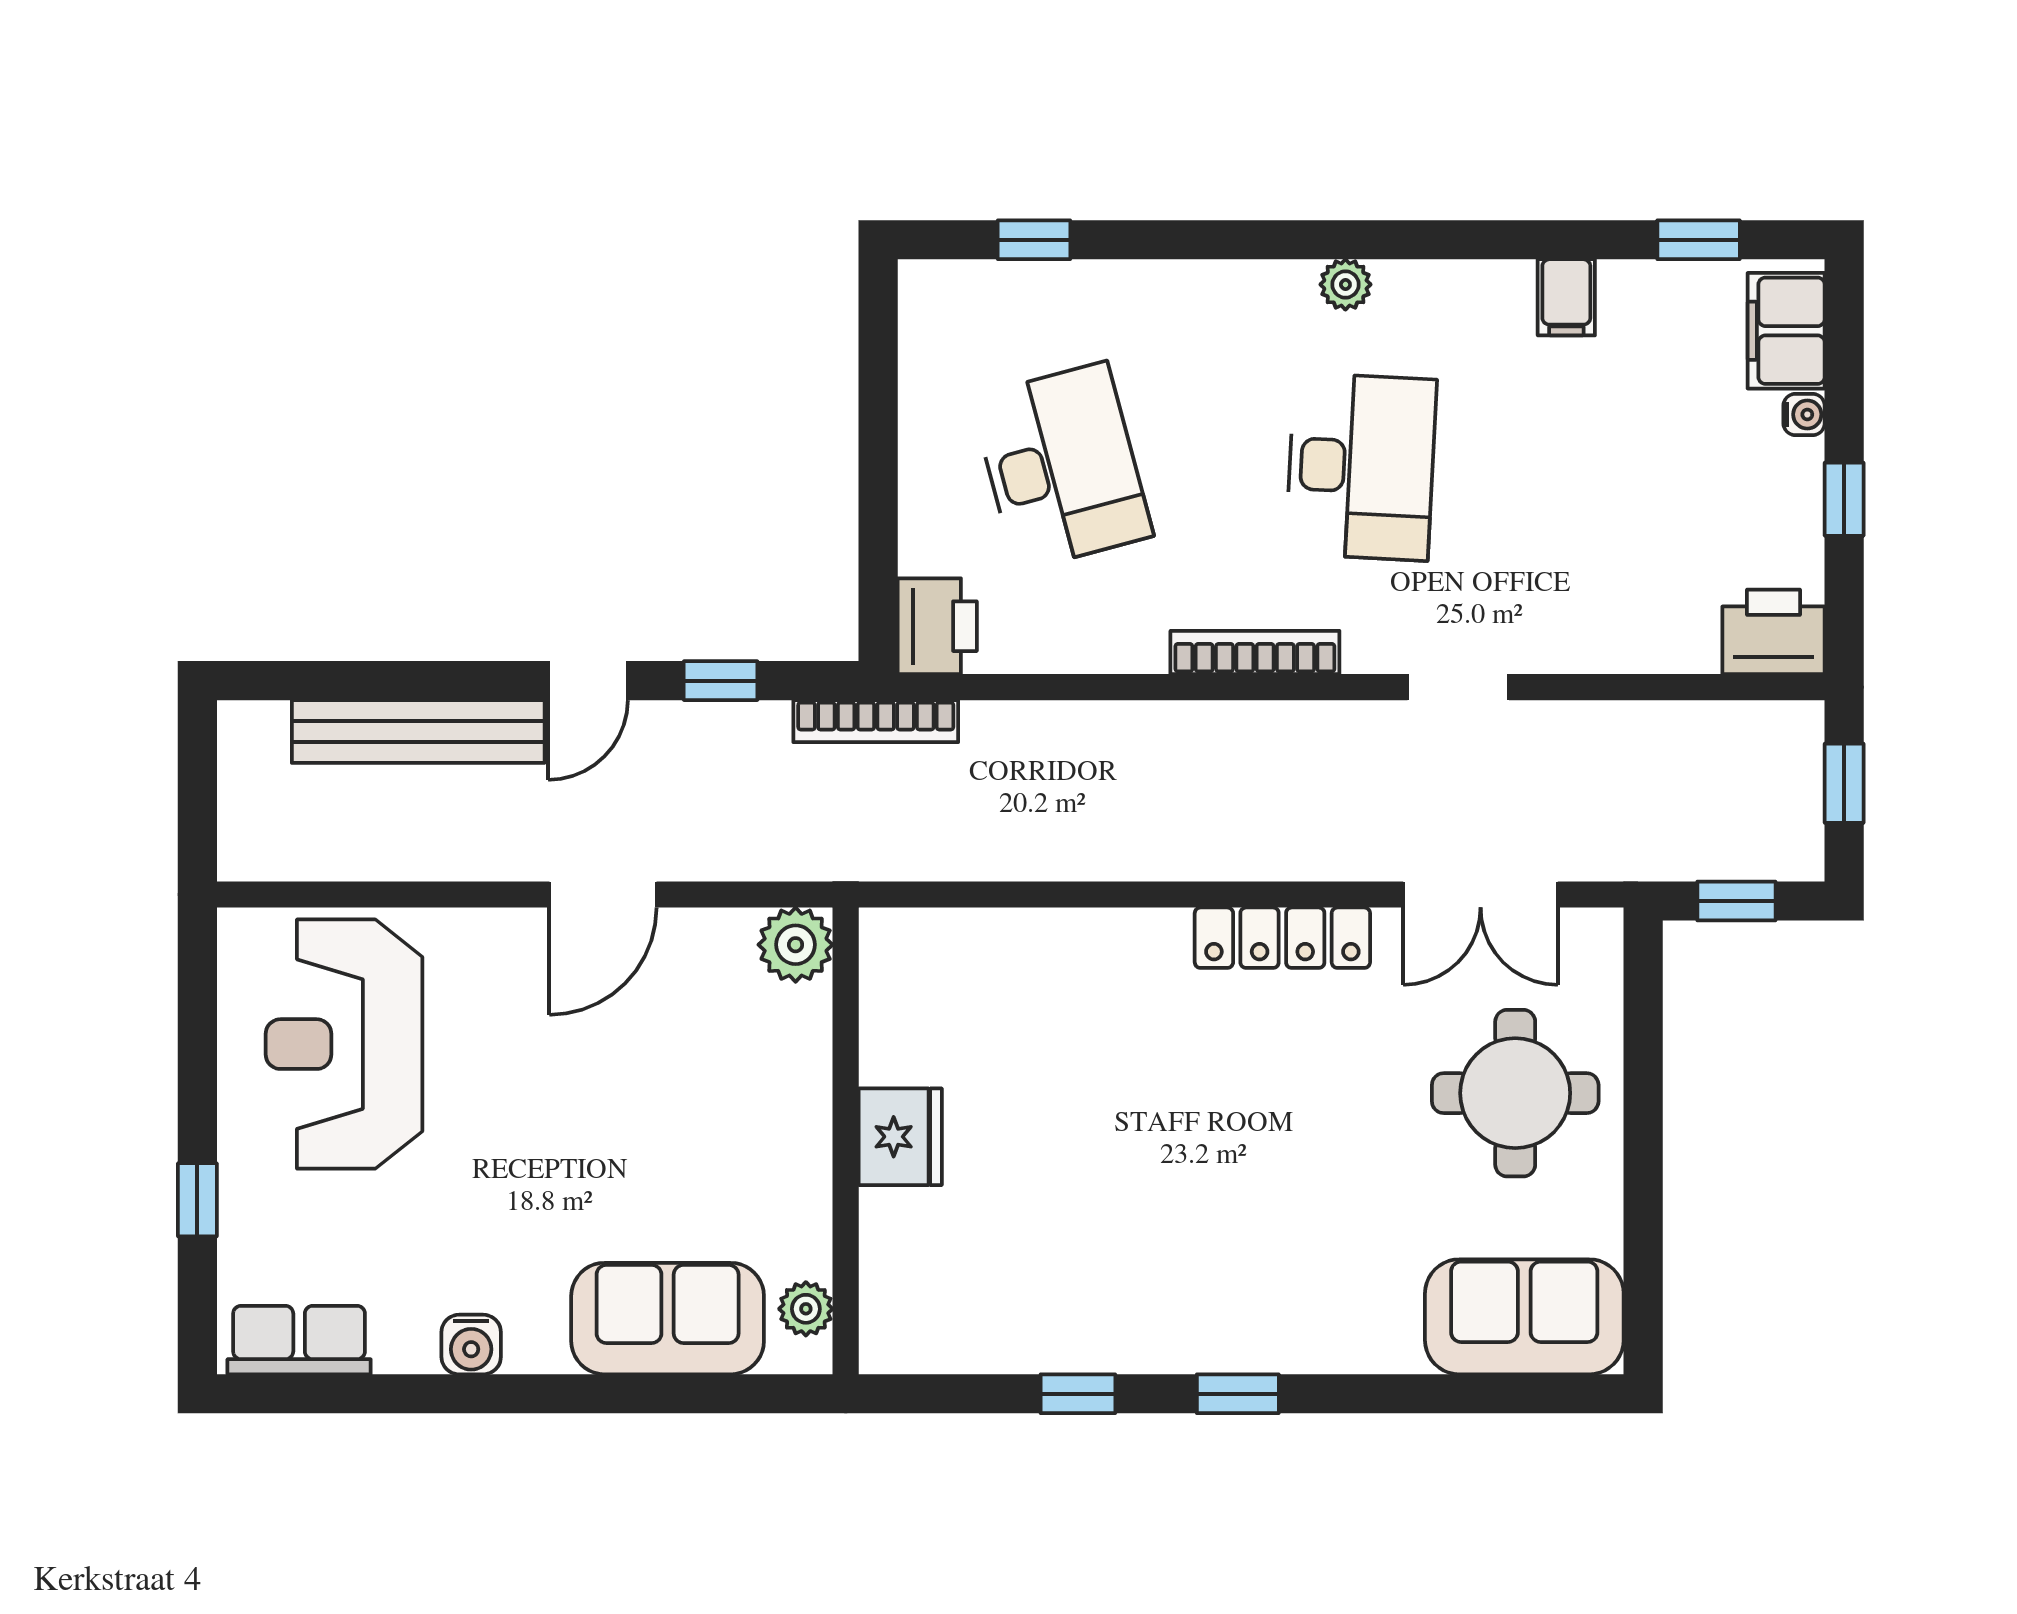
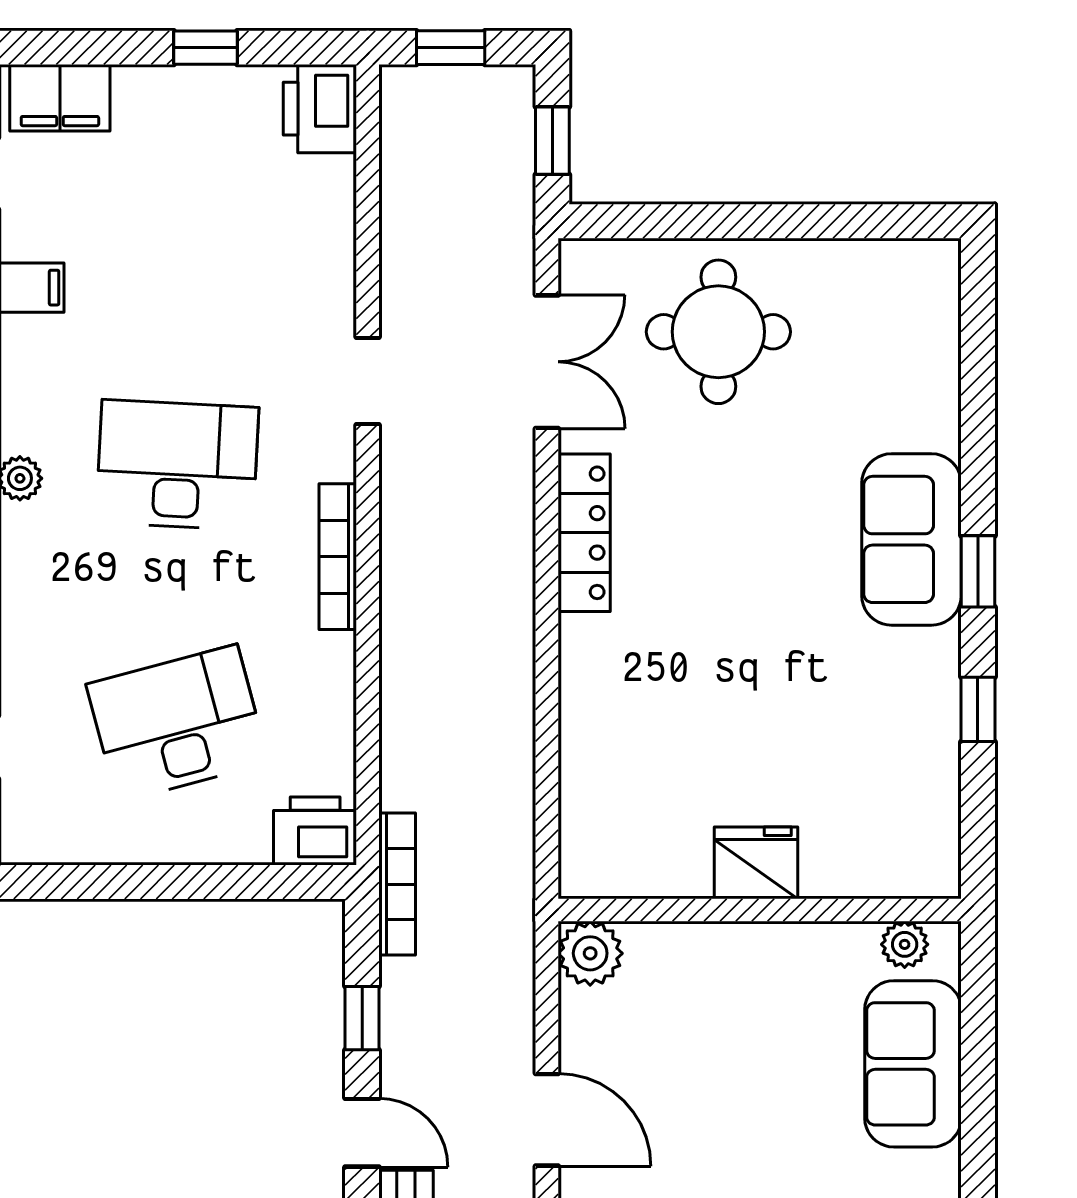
water cooler: (1804, 414) -> (132, 82), removed
sofa: (1524, 1317) -> (912, 539), moved

